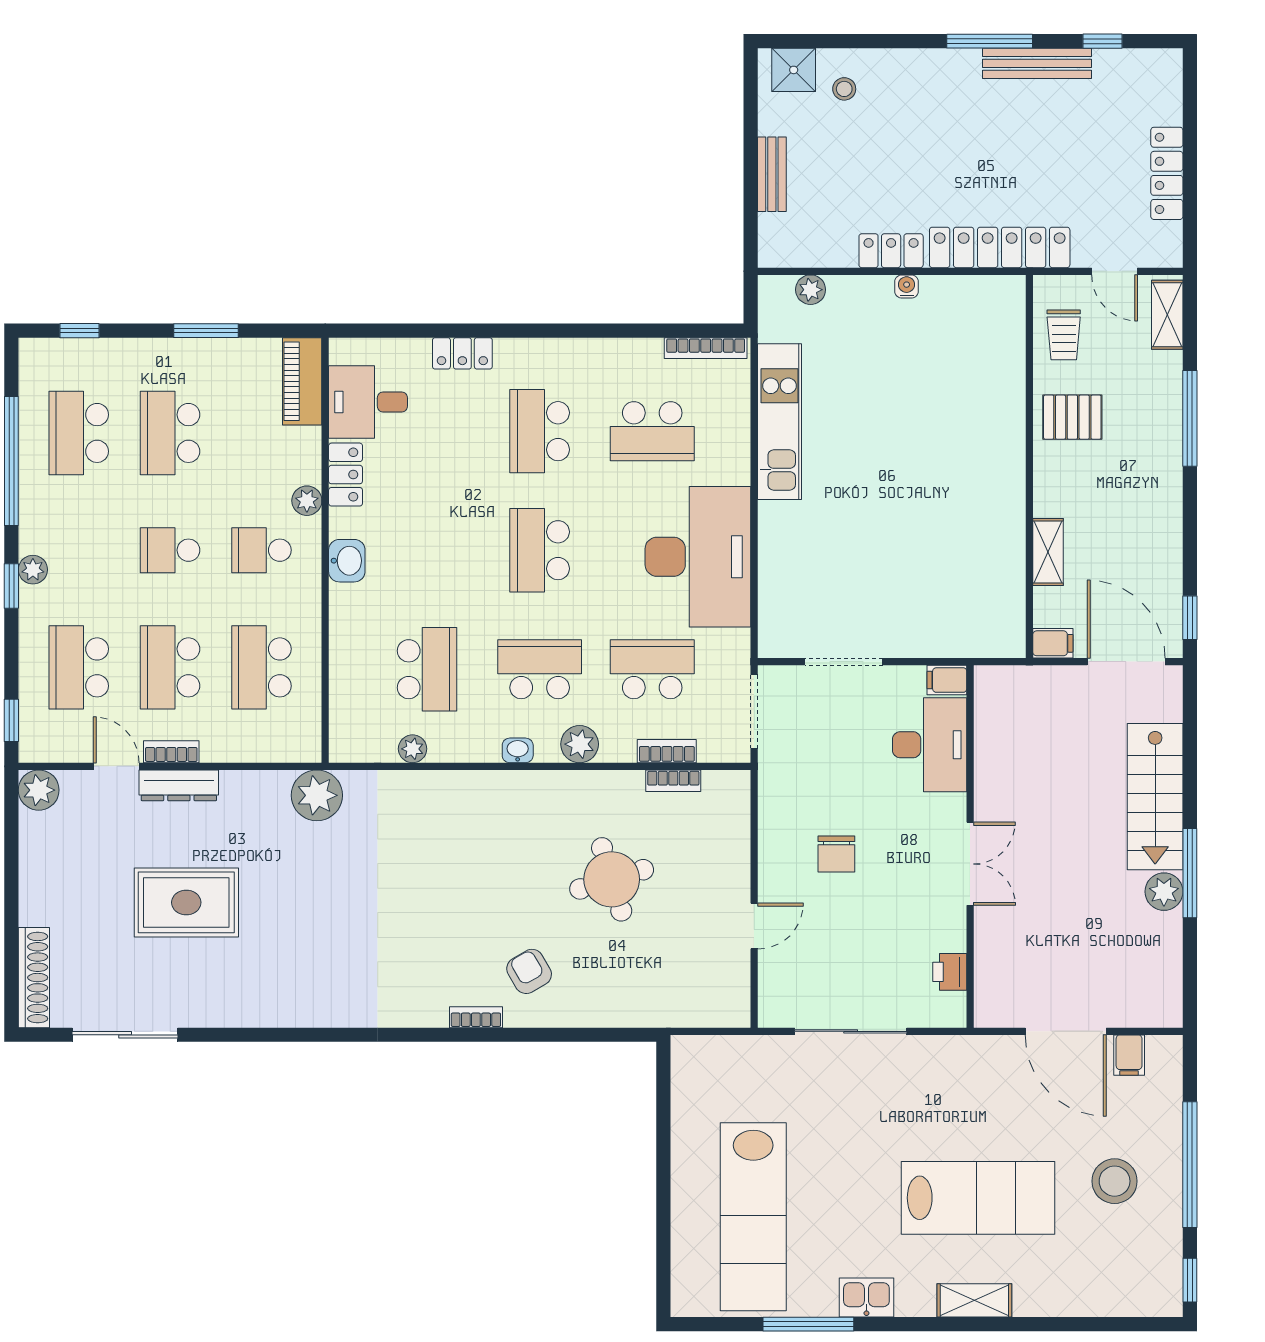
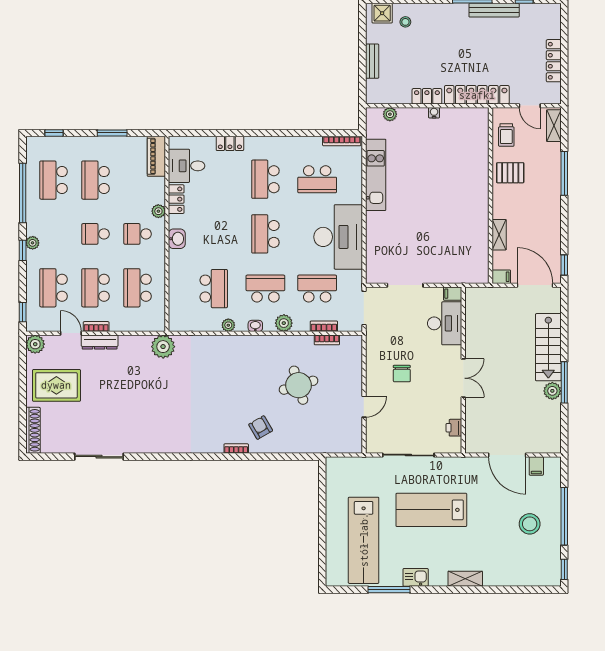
plant: (413, 749) -> (228, 325), moved
rug: (186, 902) -> (56, 385), moved
sliding door: (125, 1035) -> (99, 457), moved
lab bench: (978, 1198) -> (431, 510), moved, turned 180

